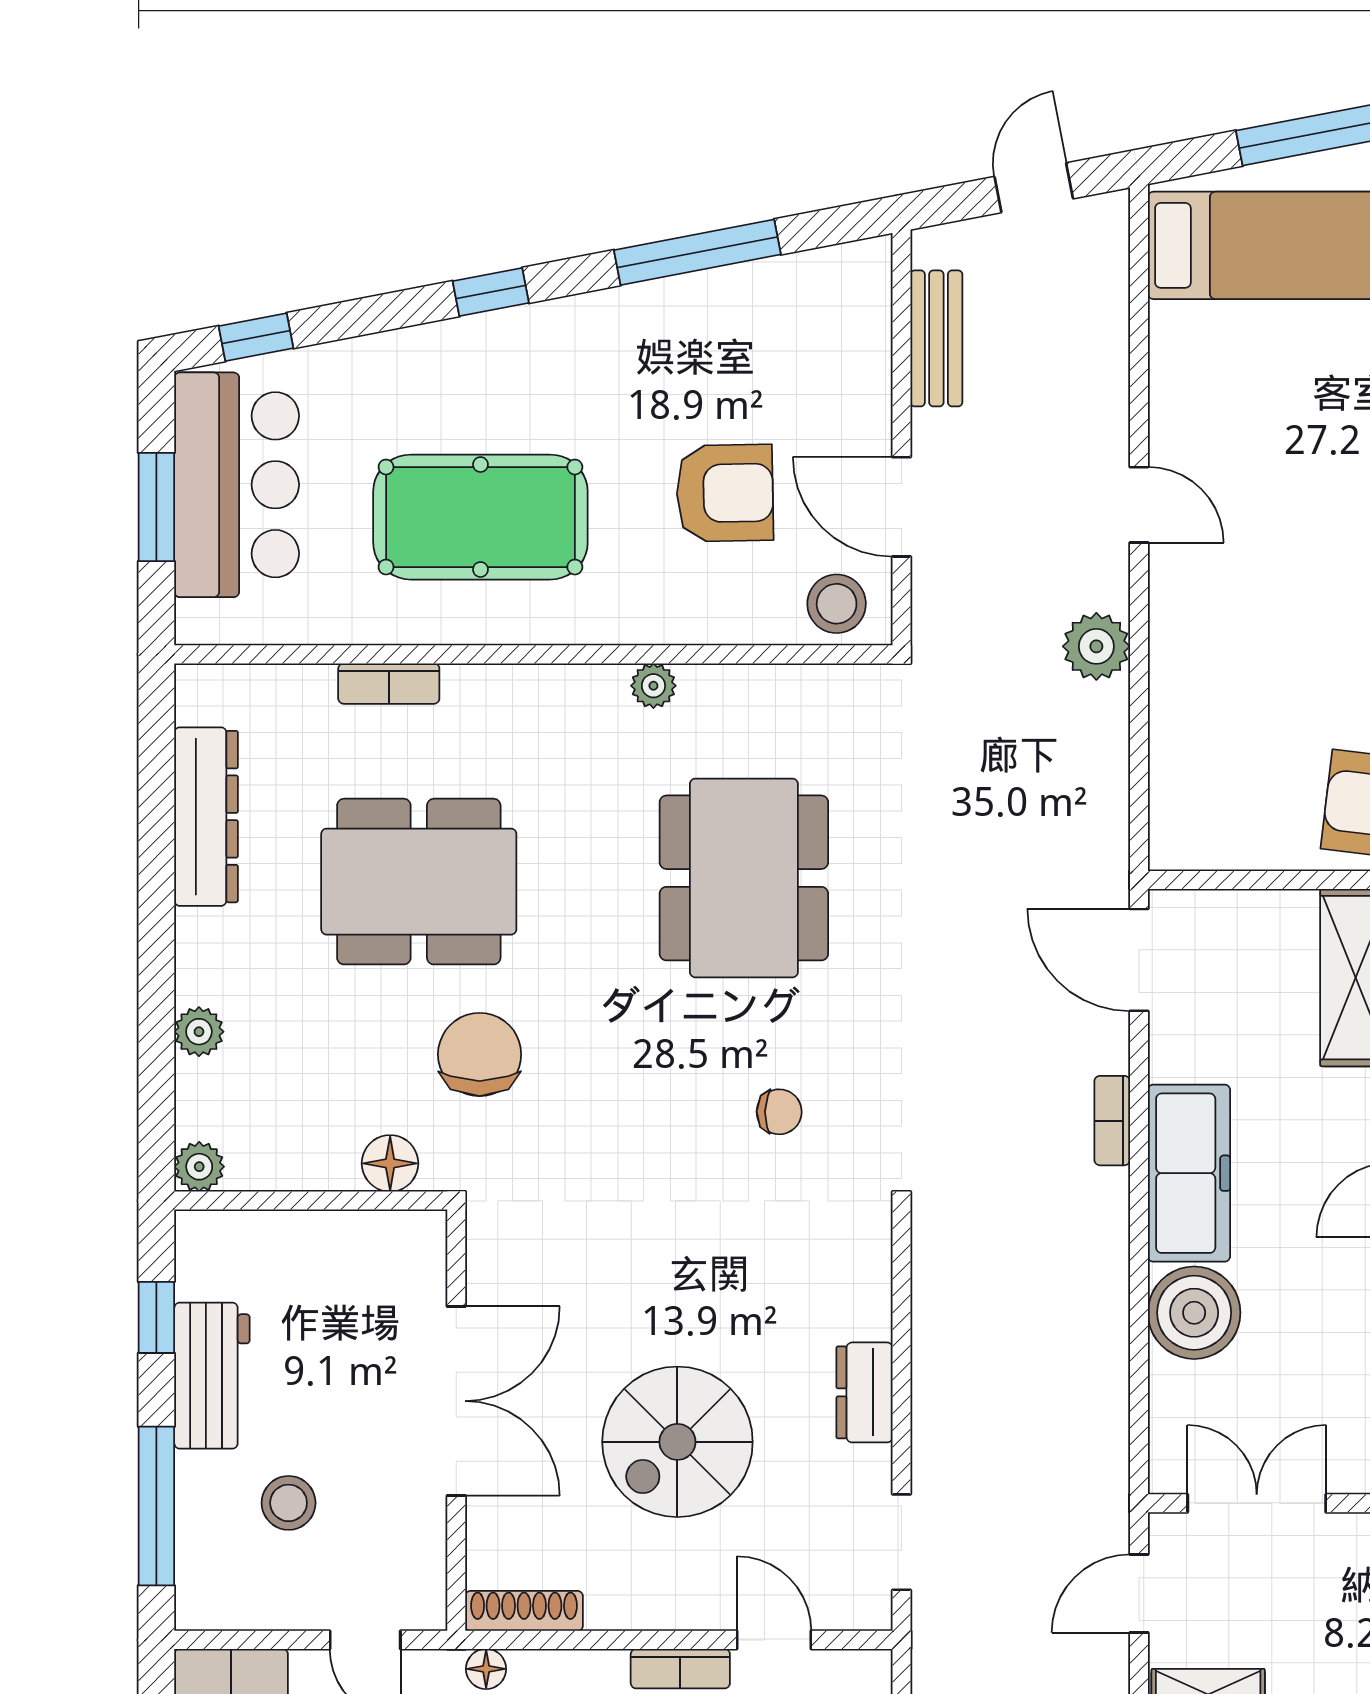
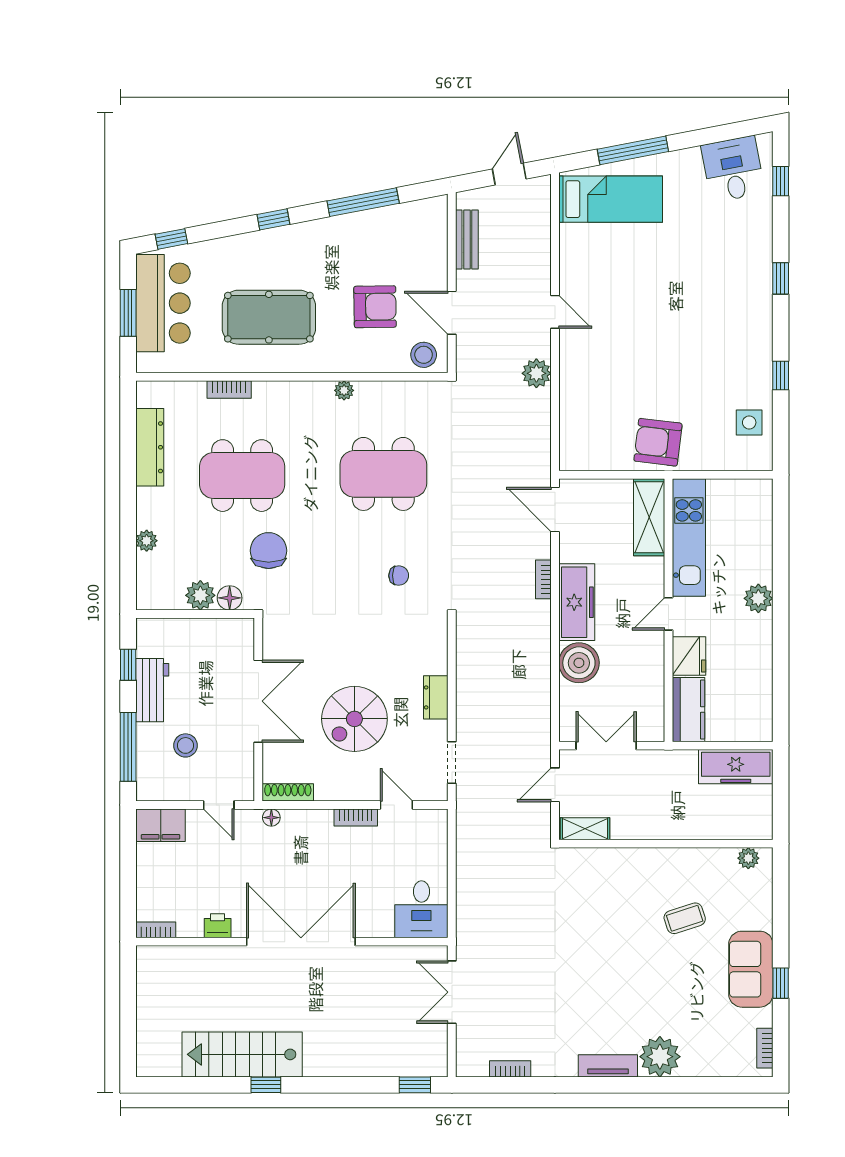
dining table: (744, 878) -> (383, 474), turned 90
plant: (199, 1167) -> (200, 595), moved, width x1.38, depth x1.38

